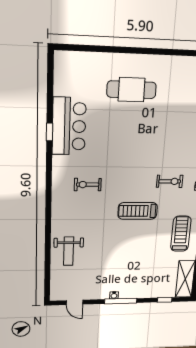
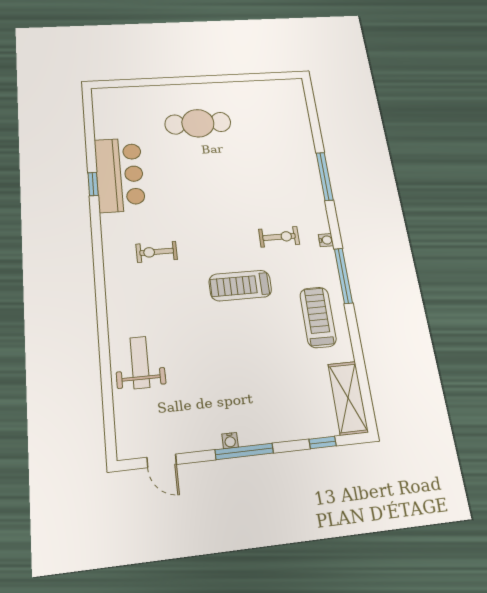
weight bench: (69, 251) -> (140, 362), turned 180

